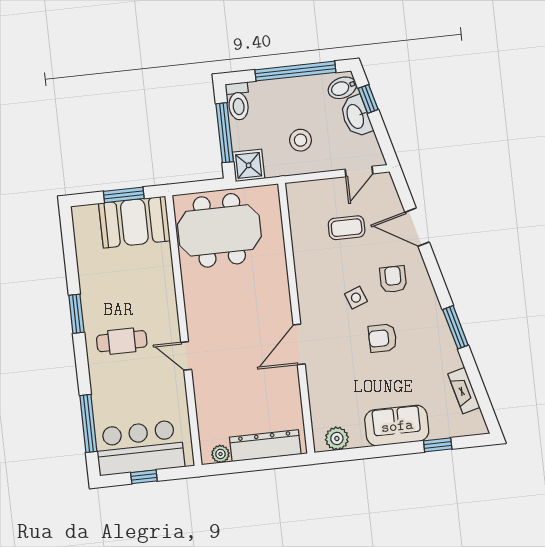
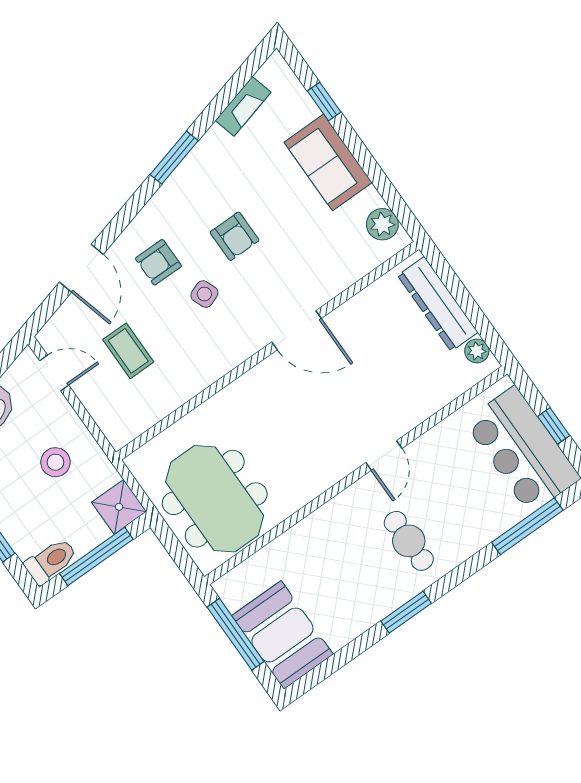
window: (124, 195) -> (236, 634), width x1.44
booth: (134, 222) -> (282, 635), moved

